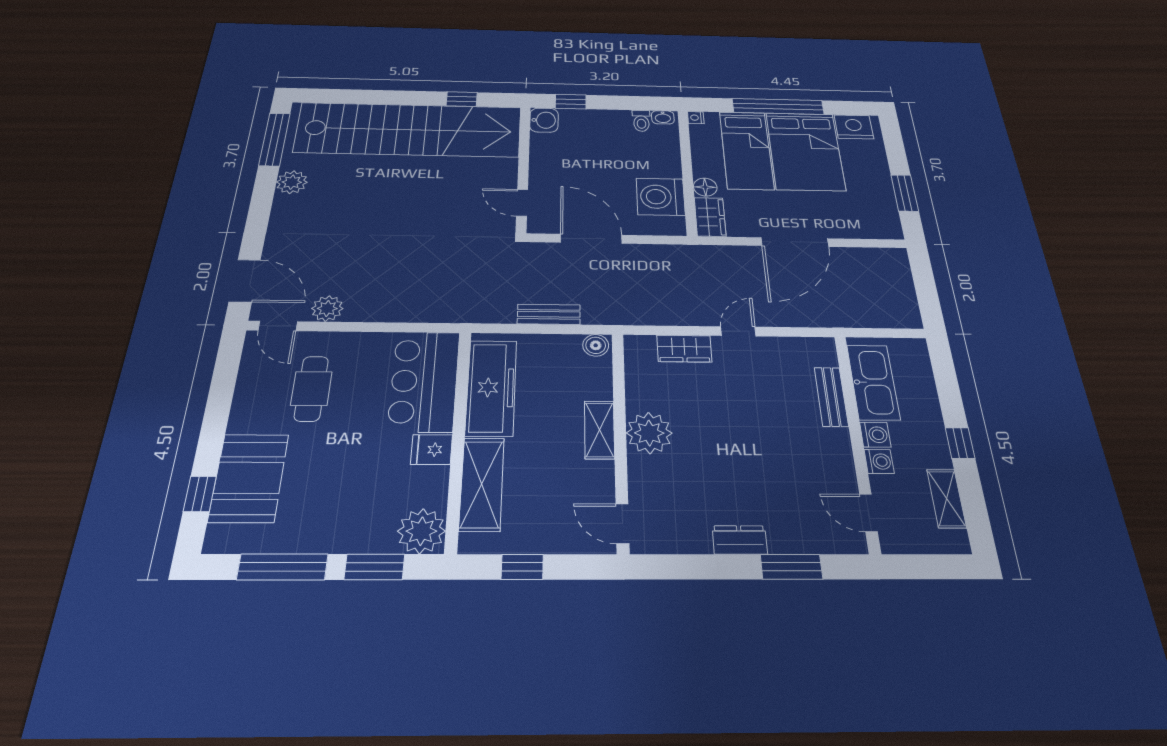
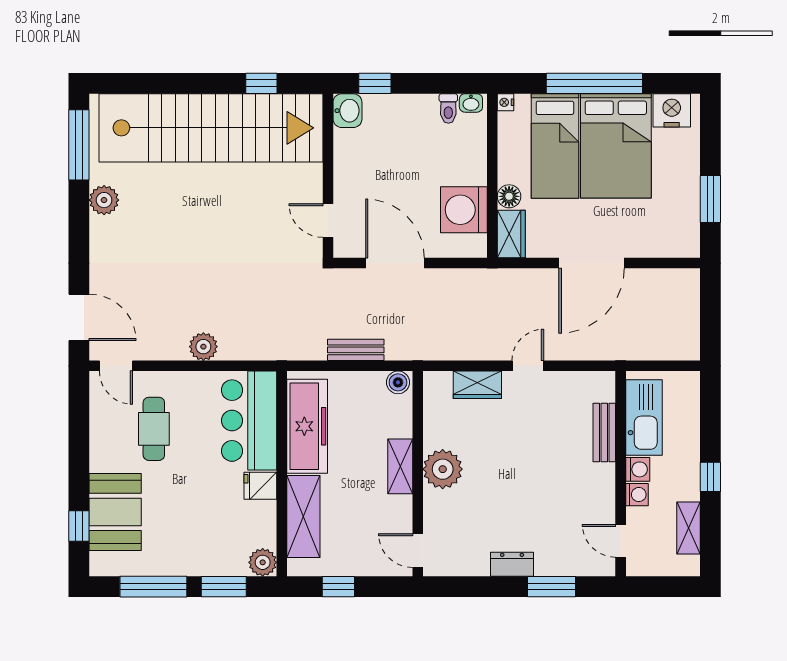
plant: (327, 308) -> (203, 347), moved
plant: (421, 531) -> (263, 562), width x0.73, depth x0.73

